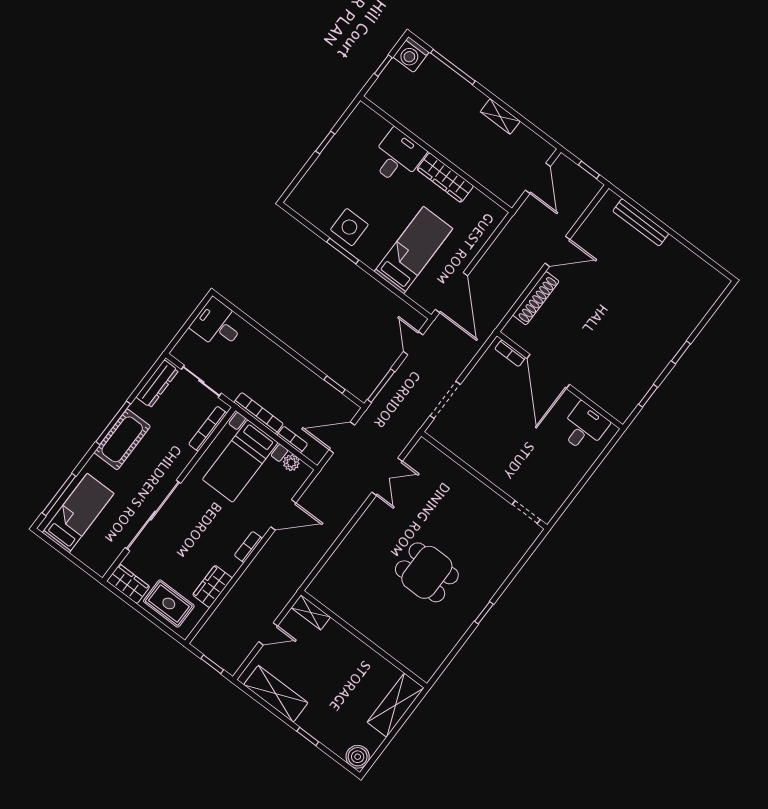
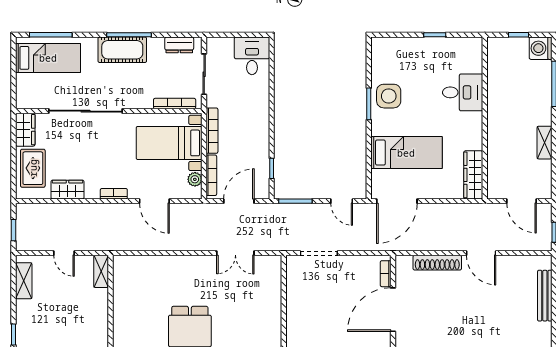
wardrobe: (445, 178) -> (473, 175), moved
door: (538, 178) -> (522, 201), hinge flipped
door: (413, 343) -> (342, 201), swing flipped
dresser: (157, 384) -> (179, 45), width x0.70
door: (342, 437) -> (239, 201), hinge flipped
bookcase: (292, 440) -> (211, 175), width x1.56
shelving: (276, 694) -> (24, 281), width x0.67, depth x0.75

